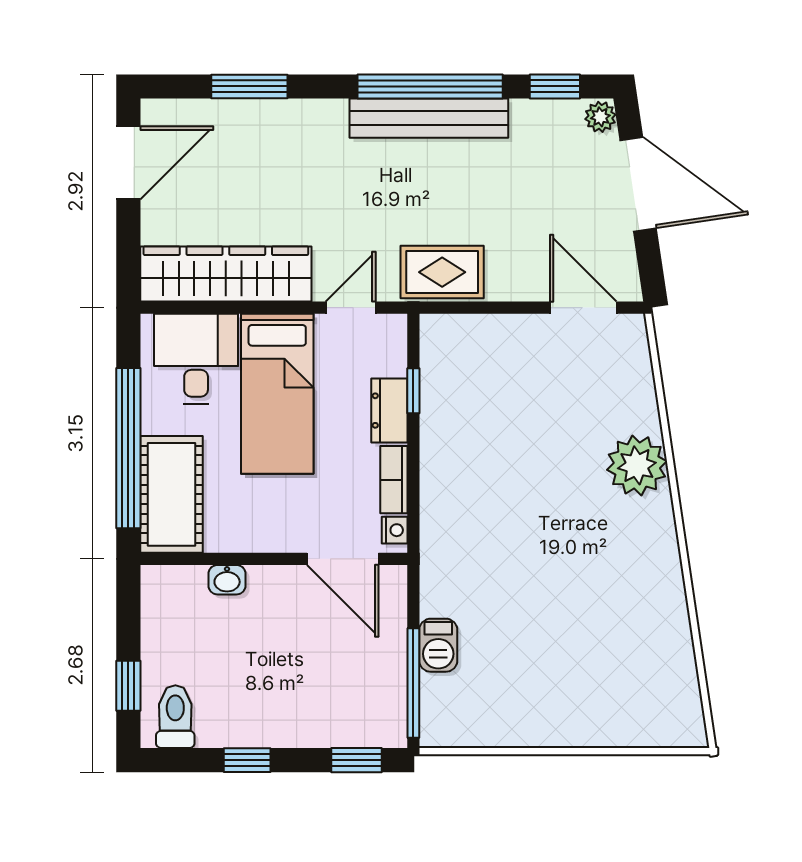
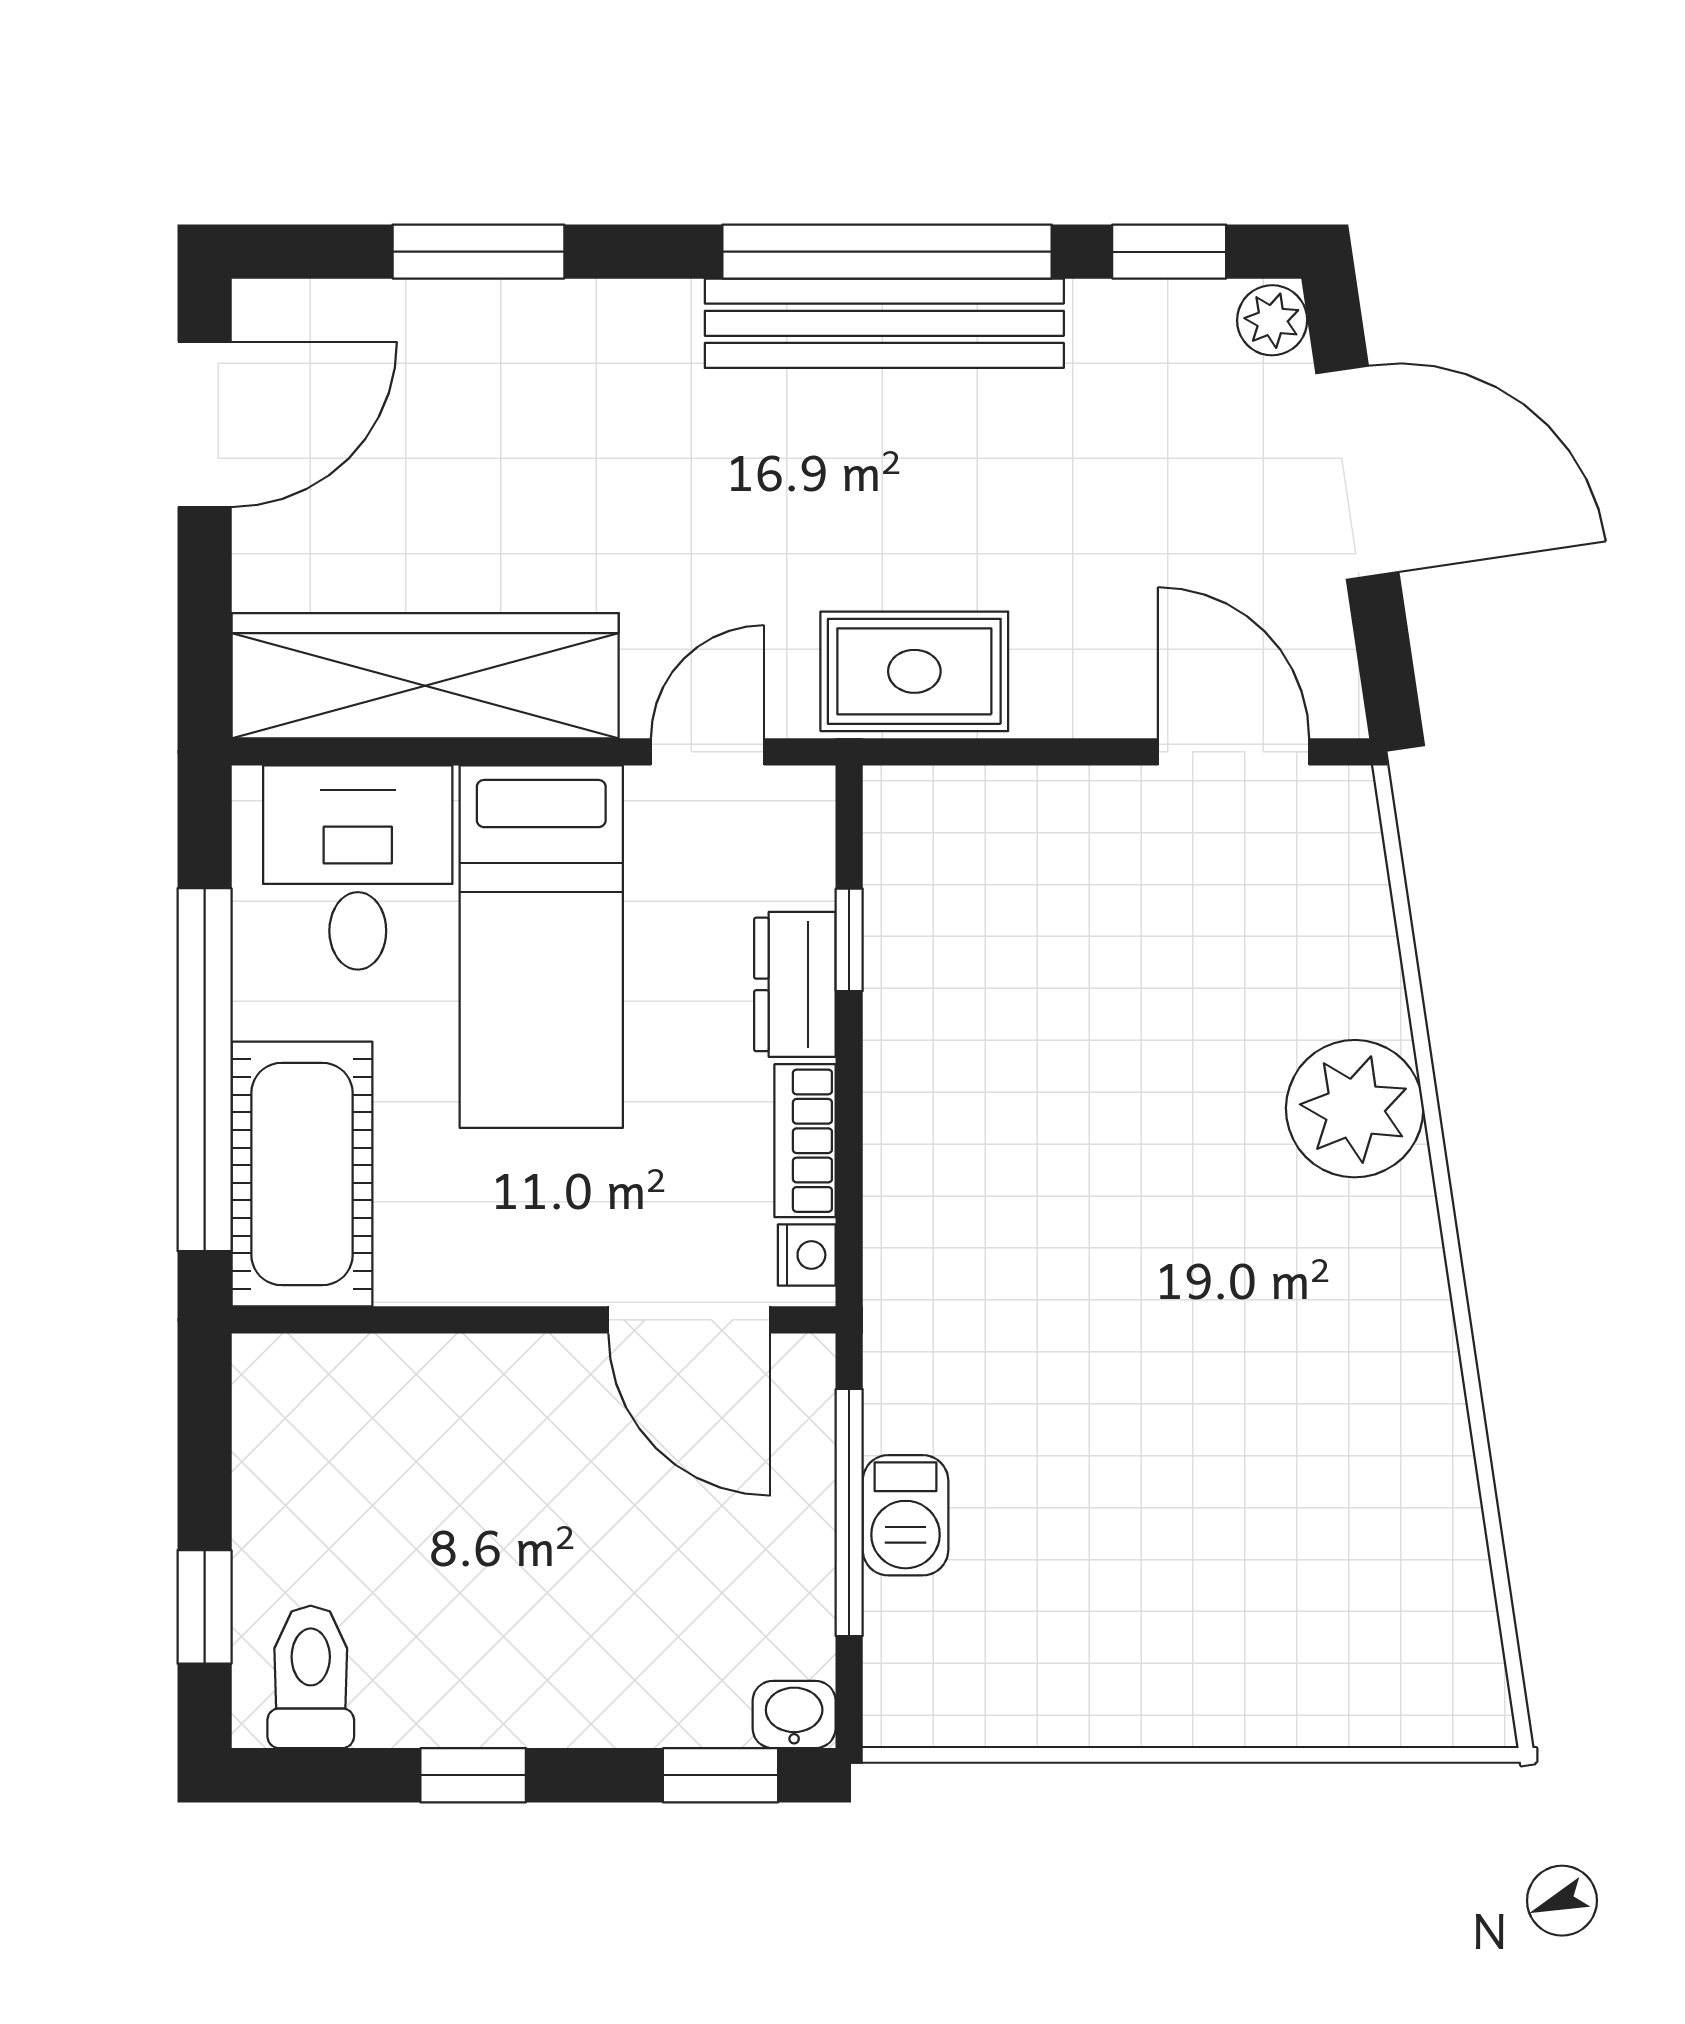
washbasin: (227, 580) -> (794, 1715), moved, turned 180
window: (413, 683) -> (849, 1512), moved

